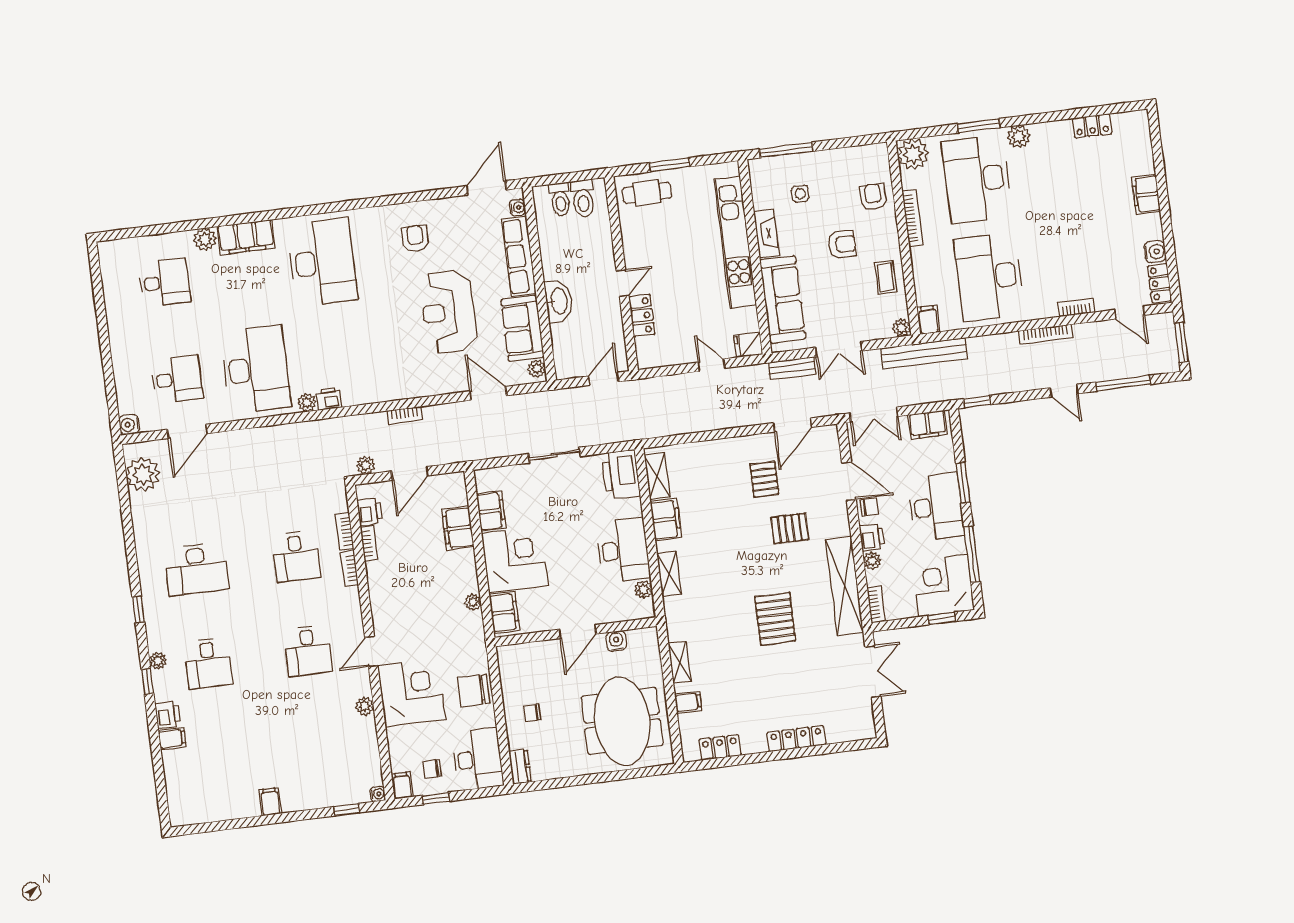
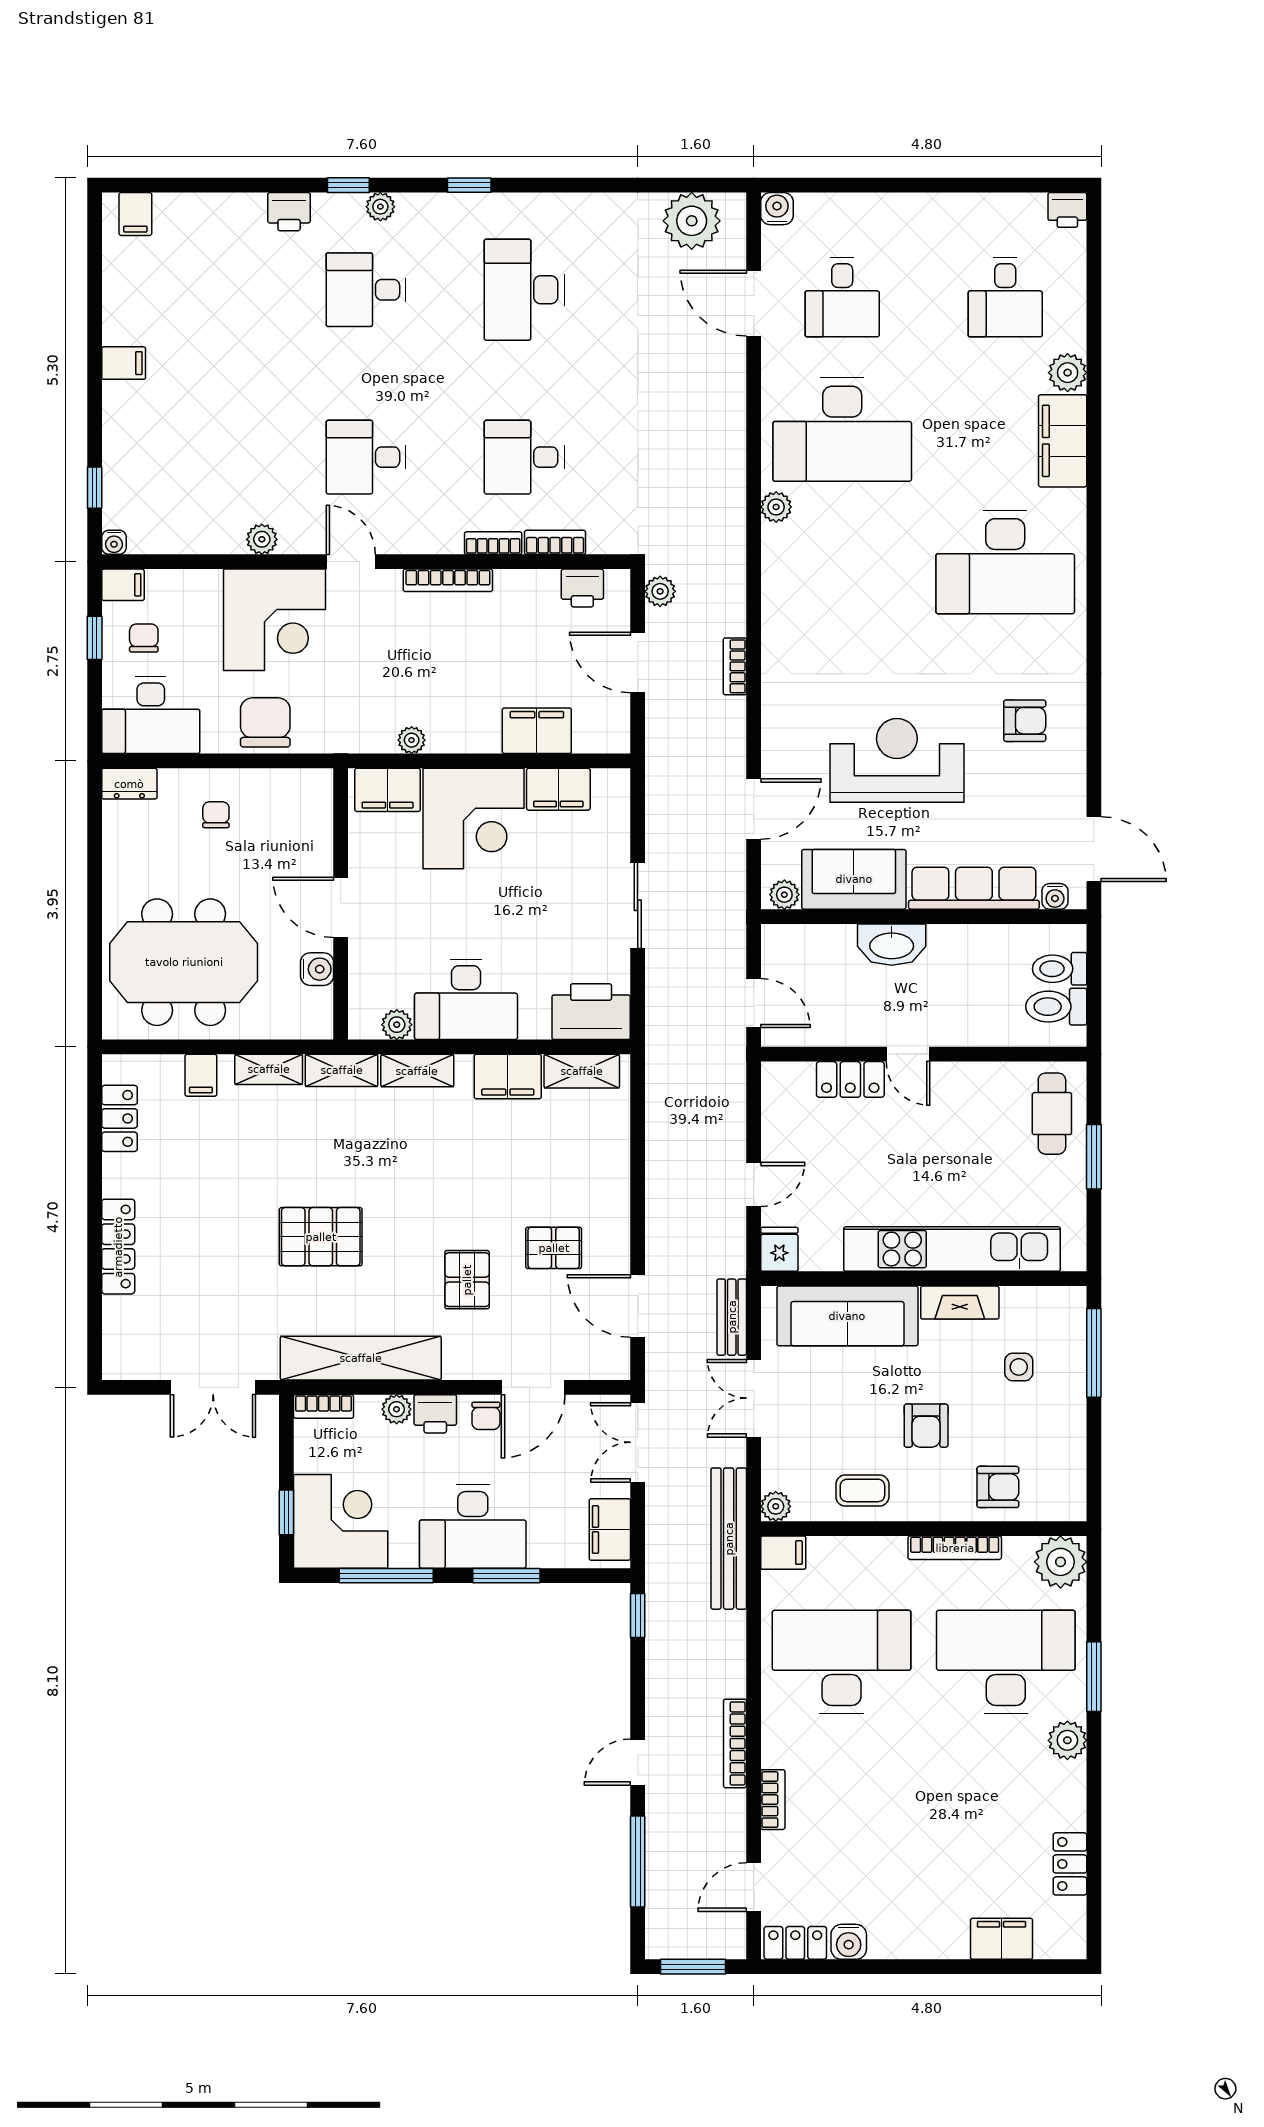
filing cabinet: (1146, 194) -> (1002, 1939), moved
printer: (329, 399) -> (1067, 210), moved, turned 90
bookcase: (369, 544) -> (448, 580), moved, width x1.56
shelving: (675, 619) -> (342, 1070), added
filing cabinet: (172, 738) -> (135, 214), moved

